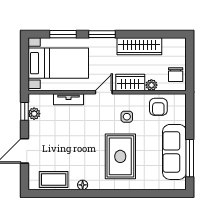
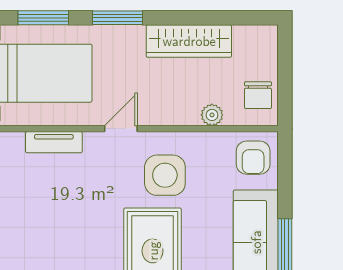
wardrobe: (130, 83) -> (171, 110), removed
armchair: (158, 107) -> (253, 158), moved
side table: (127, 117) -> (165, 175), width x1.87, depth x1.87

